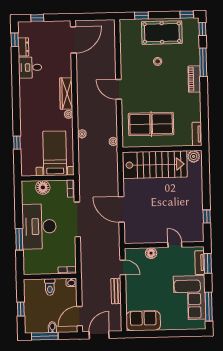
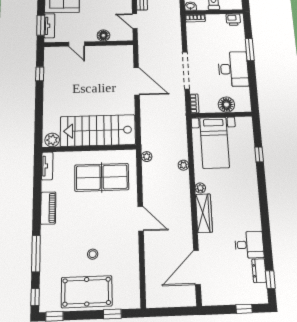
door: (73, 40) -> (197, 267), moved
piano: (194, 79) -> (48, 208), moved
desk: (39, 226) -> (233, 69), width x0.73, depth x0.77
printer: (32, 269) -> (233, 20), added

